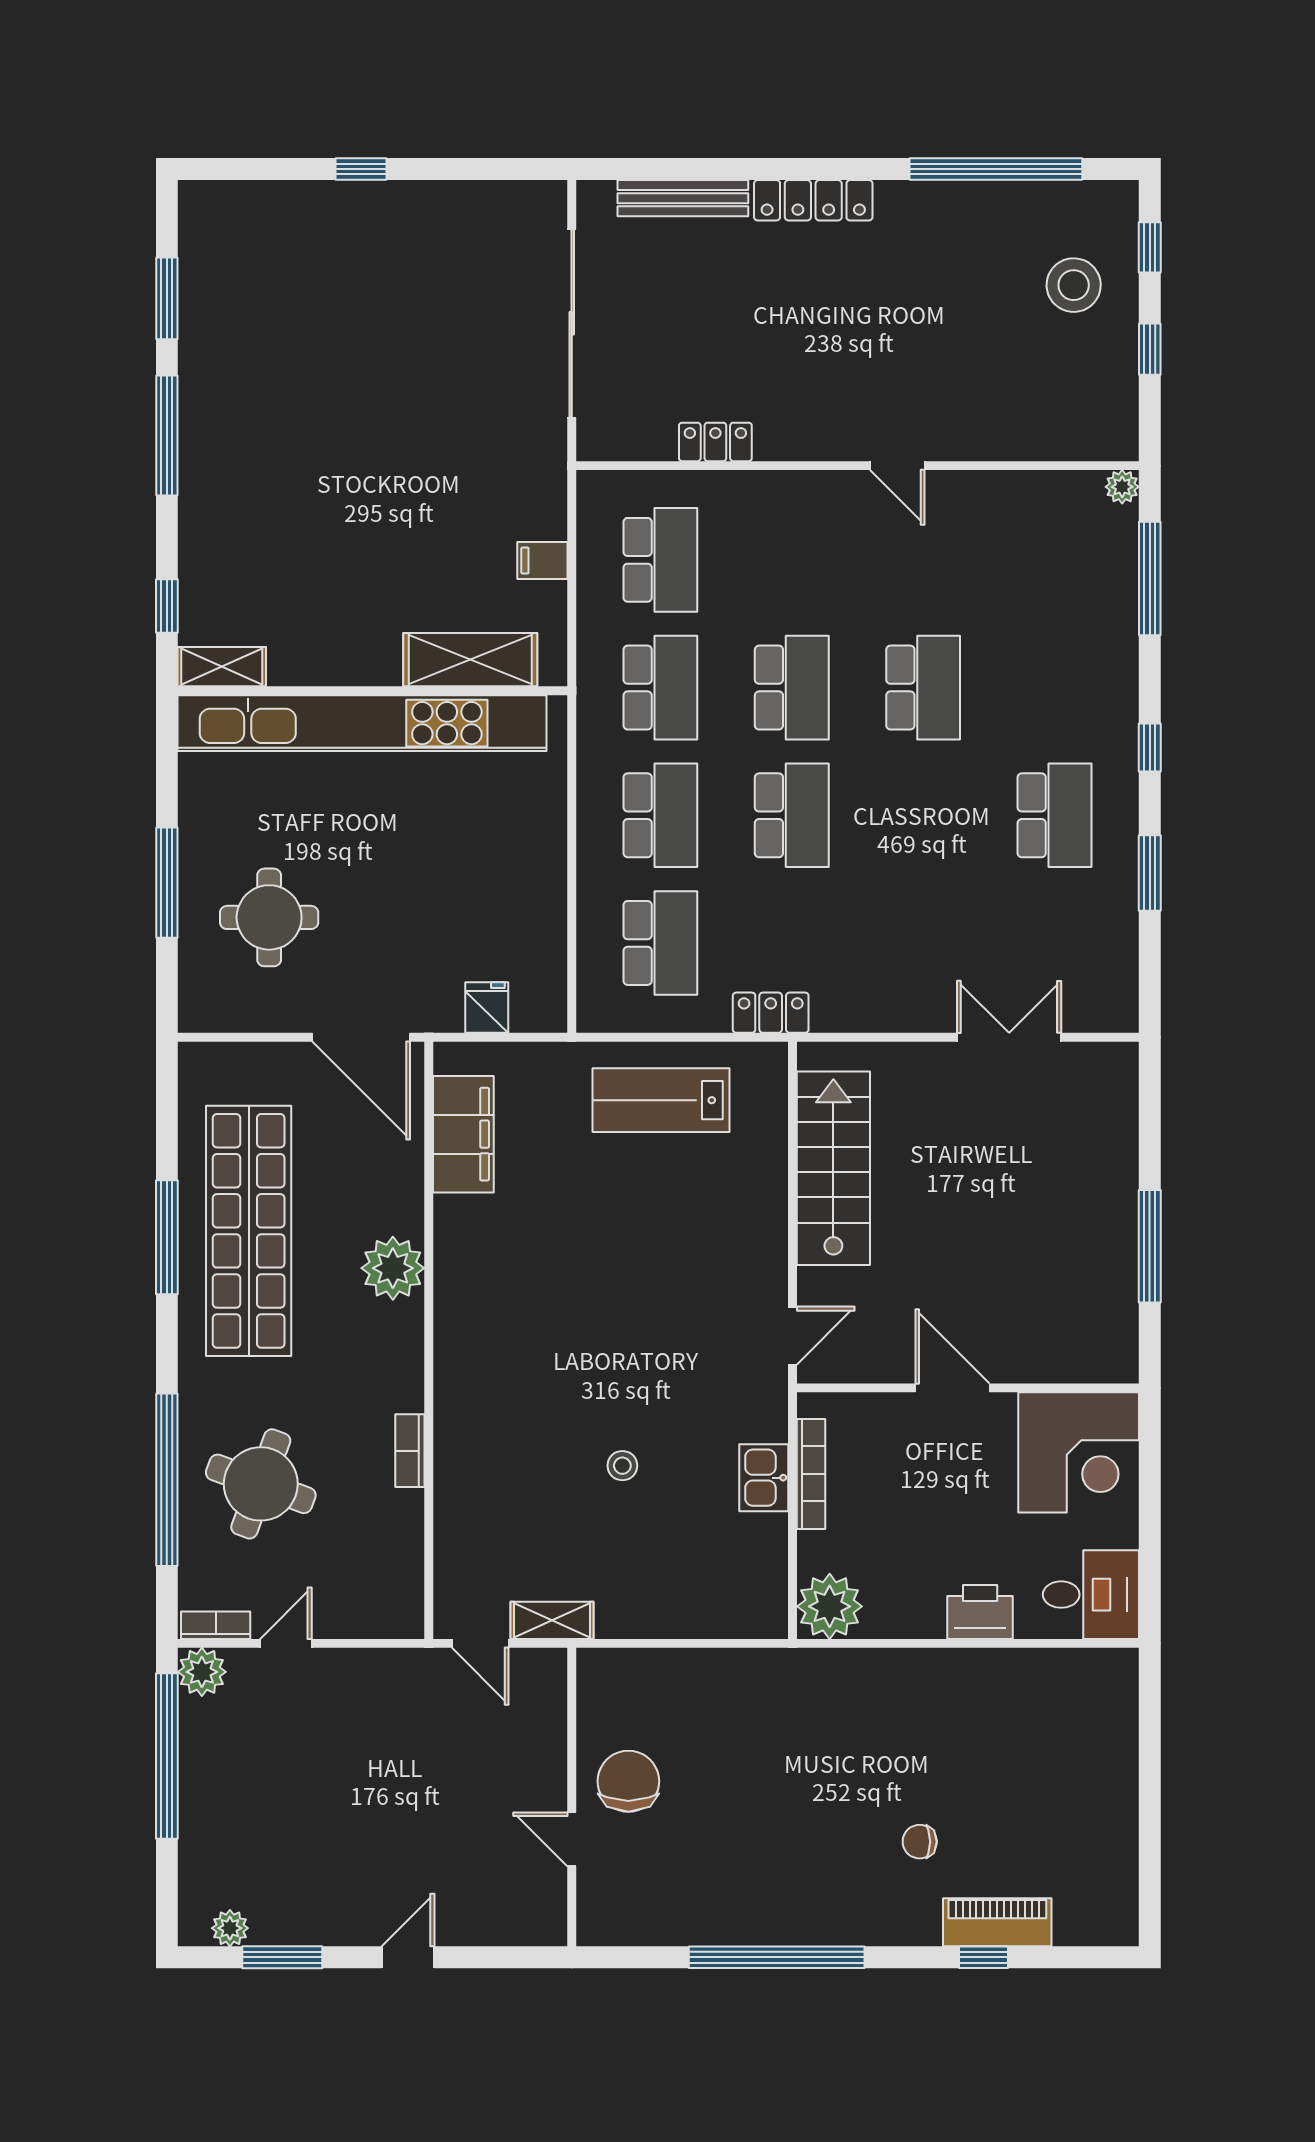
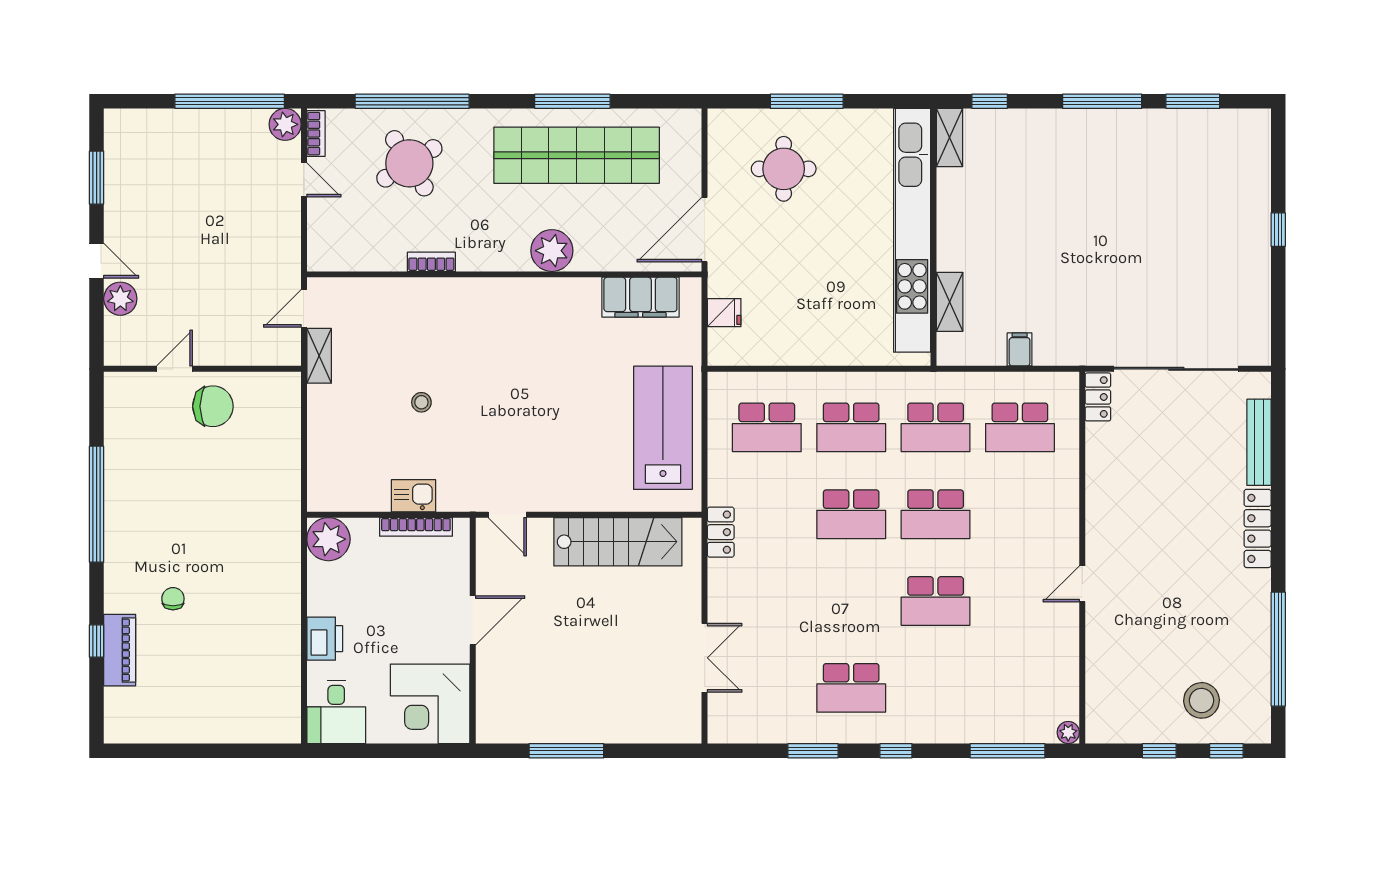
locker: (715, 442) -> (1098, 397), moved
shelving: (470, 660) -> (950, 302), width x0.67, depth x0.75
locker: (771, 1013) -> (721, 532), moved
lab bench: (661, 1100) -> (663, 428), width x1.36, depth x1.39
round table: (261, 1484) -> (409, 163), turned 38
plant: (230, 1928) -> (120, 299), moved, width x1.38, depth x1.38

